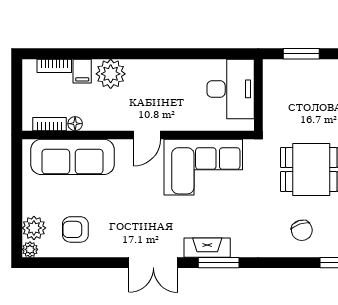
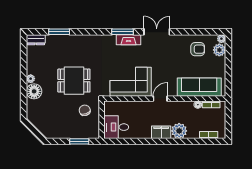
filing cabinet: (82, 71) -> (161, 132), moved, width x2.00
desk: (231, 89) -> (116, 127), width x0.73
chair: (302, 230) -> (85, 110), moved

